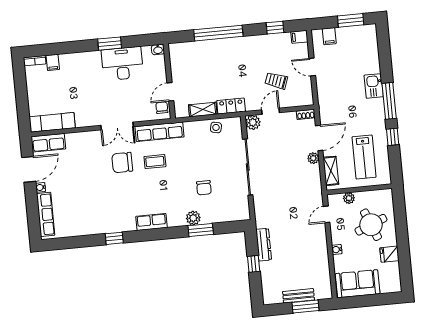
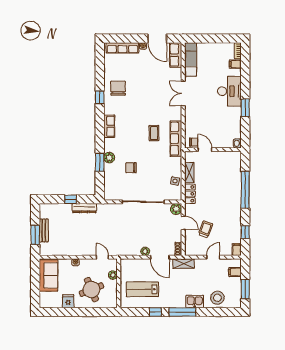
stool: (366, 56) -> (217, 298), added
desk: (122, 64) -> (229, 91), moved
double door: (117, 126) -> (183, 93), moved
chair: (122, 163) -> (118, 88), moved
shelving: (331, 171) -> (184, 264), moved

